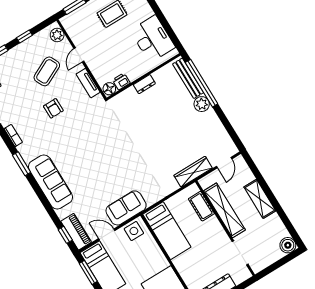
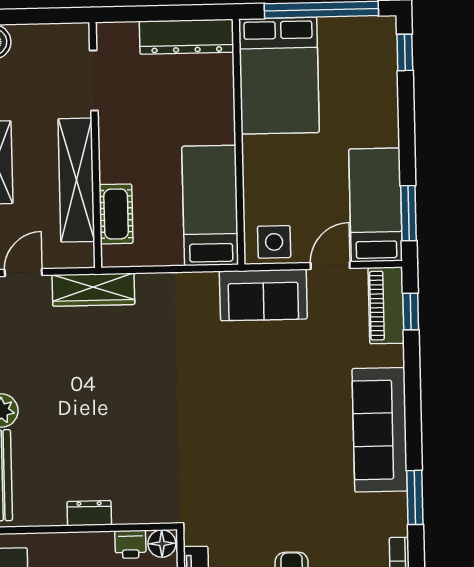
door: (107, 235) -> (330, 265), swing flipped

